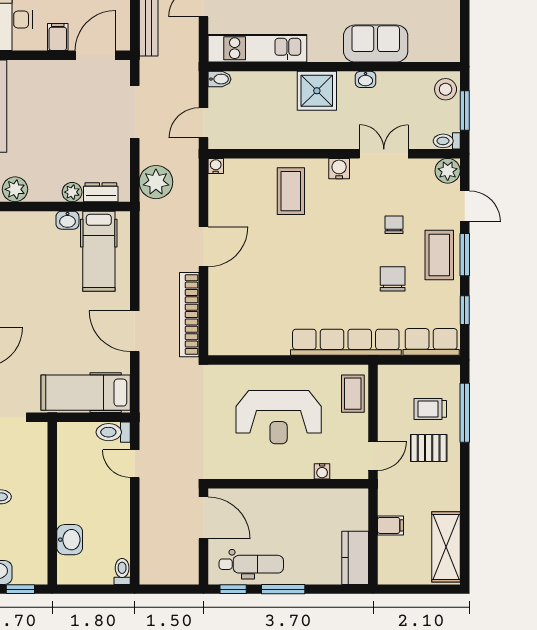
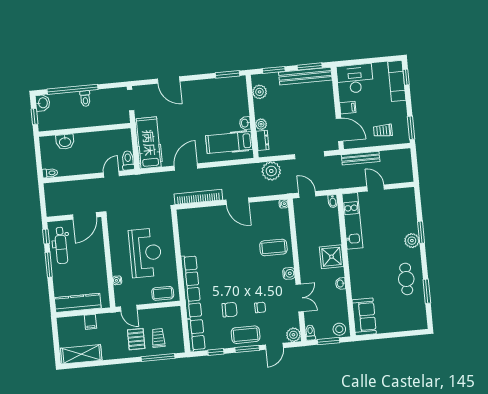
sofa: (376, 44) -> (364, 317), moved
reception desk: (279, 417) -> (145, 253), turned 180
kitchen counter: (355, 558) -> (78, 303), width x1.50

